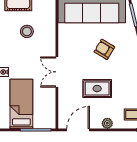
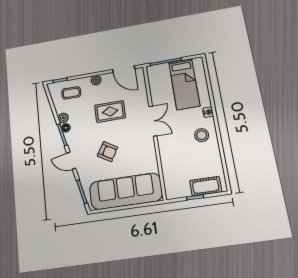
stool: (27, 31) -> (202, 135), moved
door: (78, 130) -> (124, 69), hinge flipped

